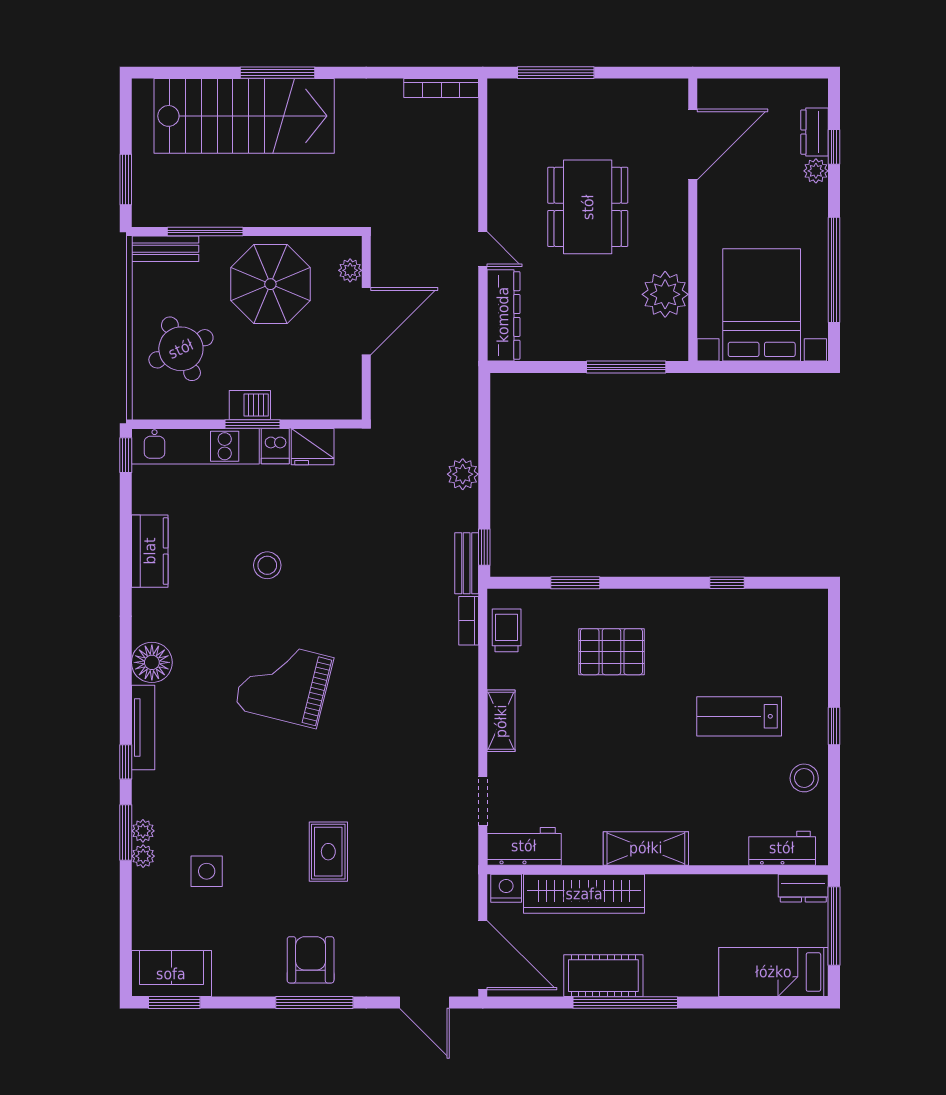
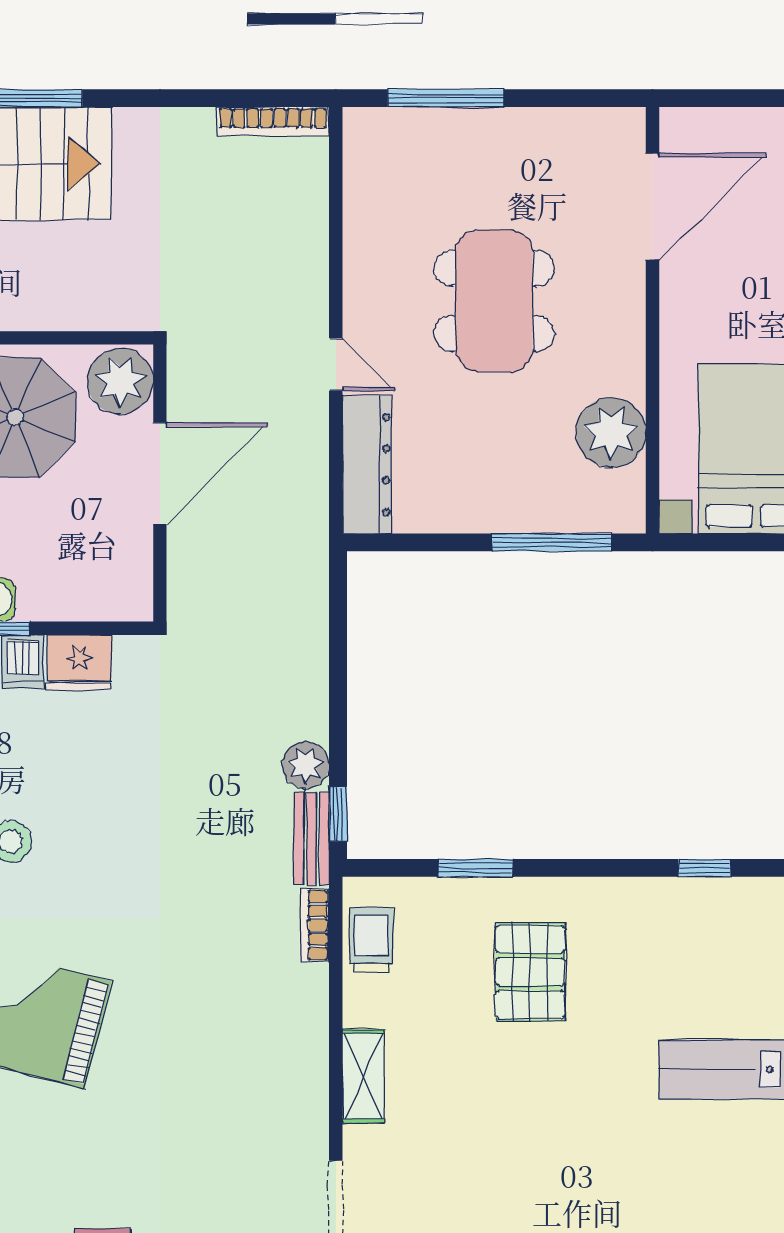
plant: (350, 270) -> (120, 381), width x1.88, depth x1.88
plant: (463, 474) -> (306, 765), moved
pallet: (611, 652) -> (530, 972), turned 90

